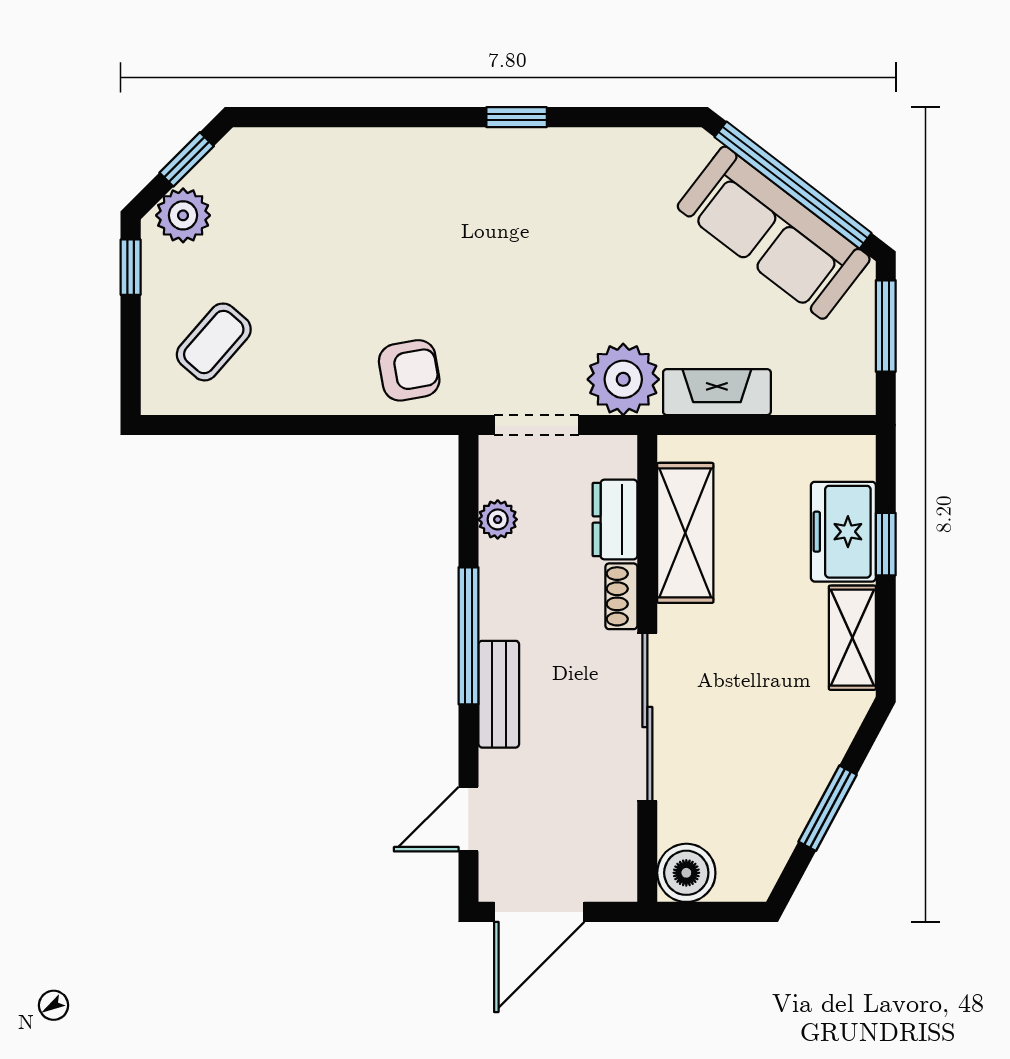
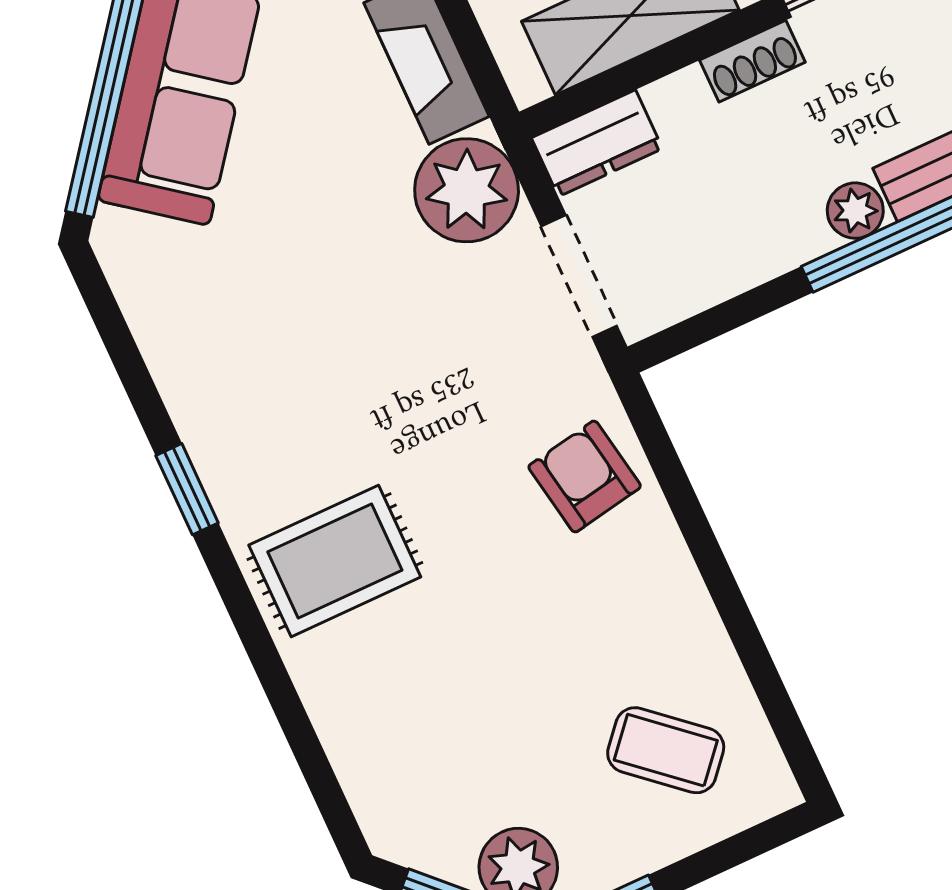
rug: (429, 189) -> (335, 561), added
plant: (498, 519) -> (855, 211), moved
dresser: (615, 520) -> (597, 143), moved

